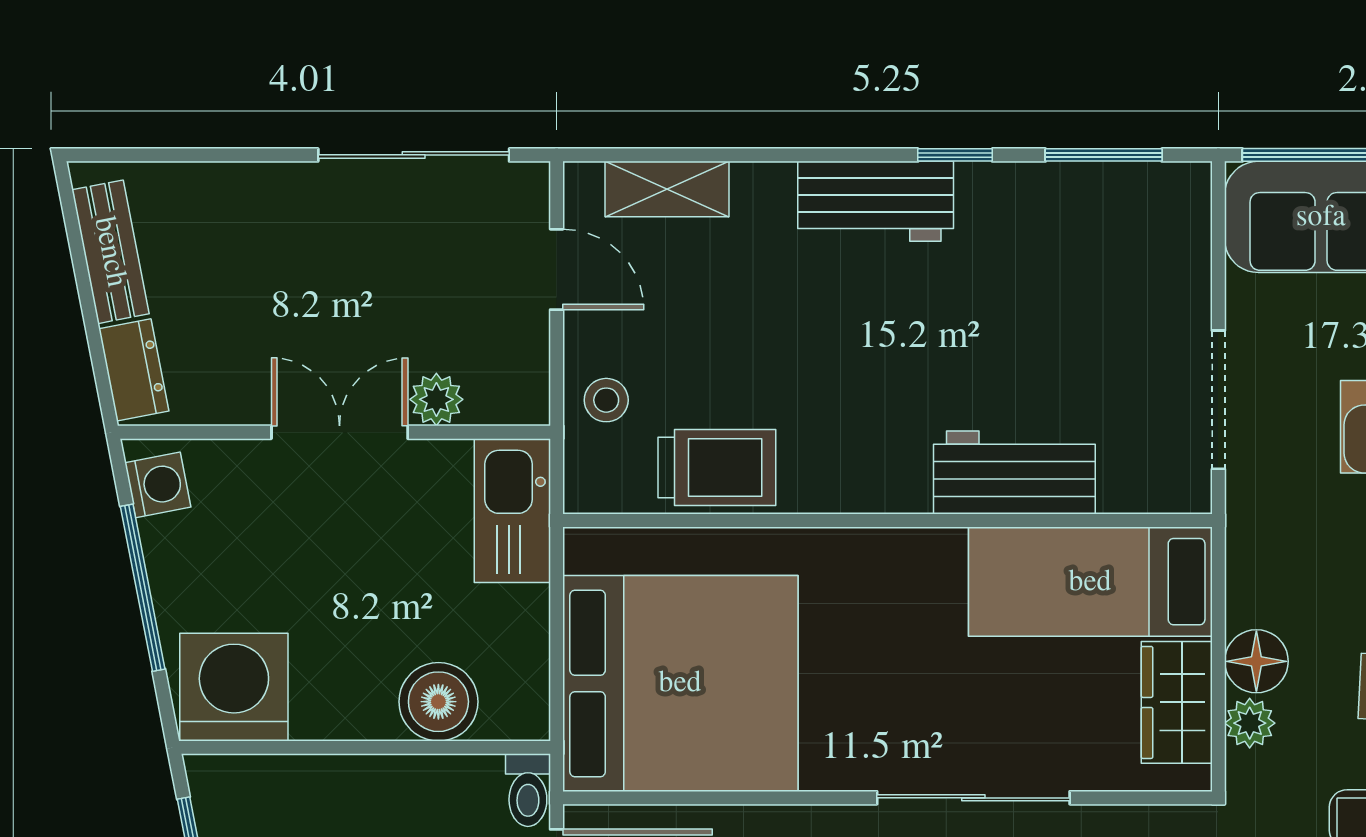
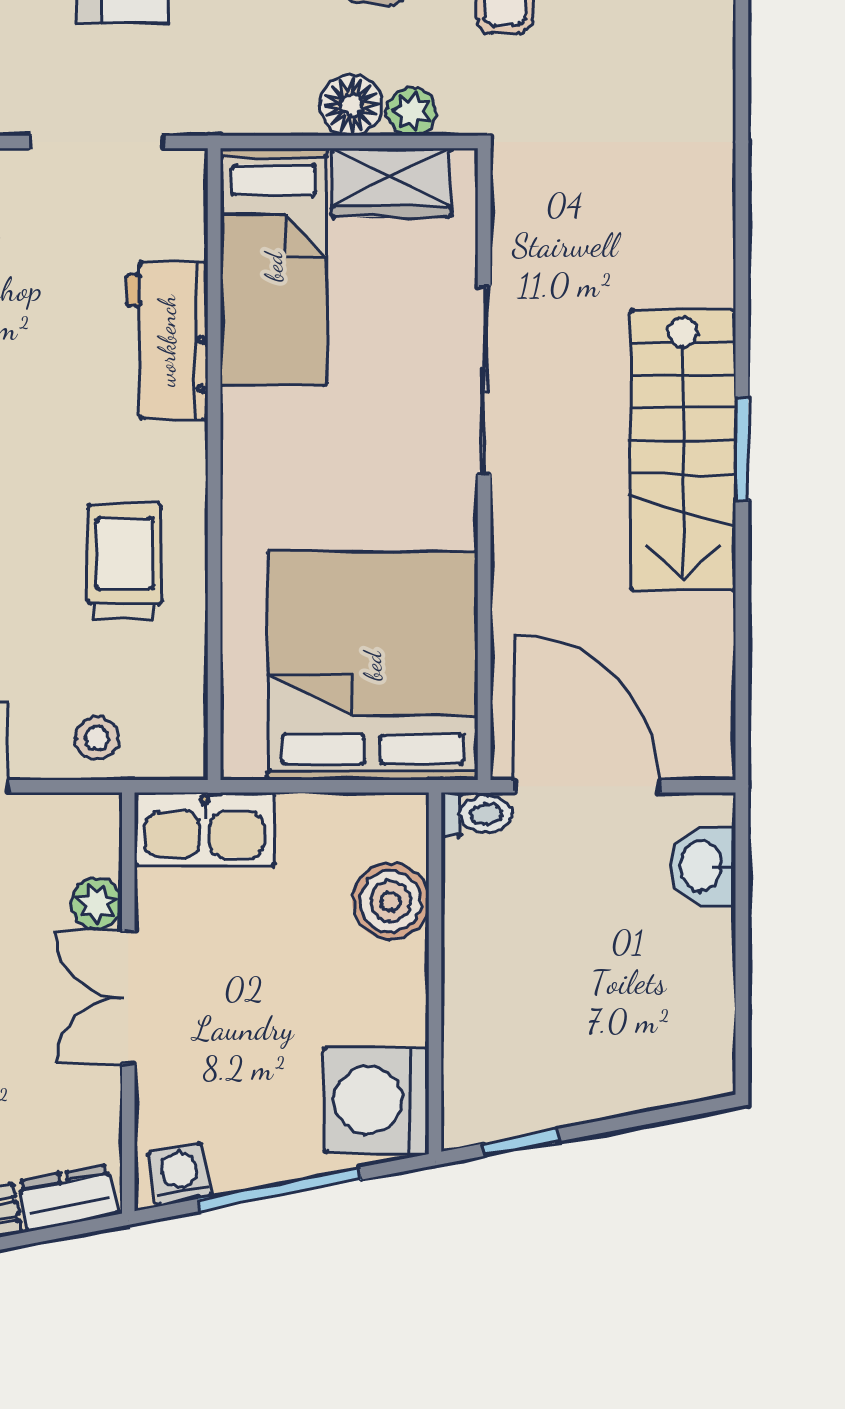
trolley: (717, 468) -> (124, 562), moved

